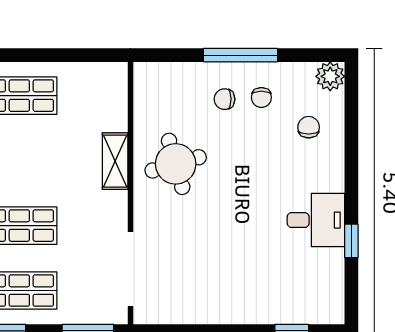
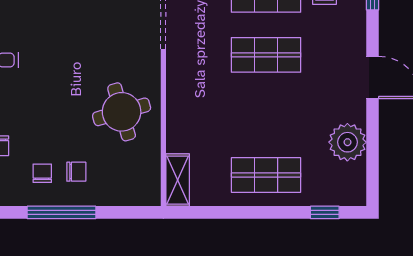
shelving: (115, 161) -> (178, 180), moved

